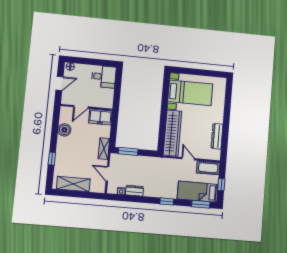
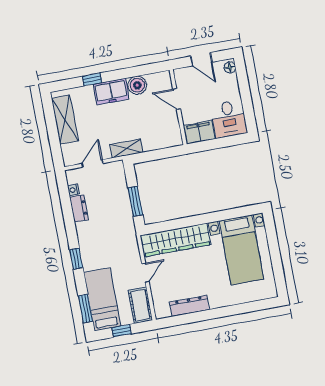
filing cabinet: (107, 98) -> (199, 132), added
freezer: (100, 117) -> (111, 92), moved, turned -90
window: (128, 151) -> (135, 201), moved

